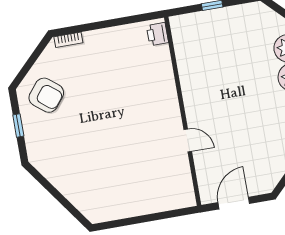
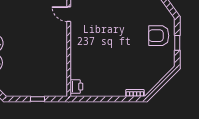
armchair: (46, 95) -> (159, 36), moved, turned -39

